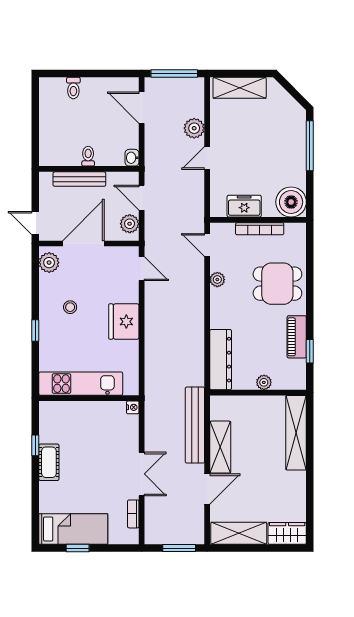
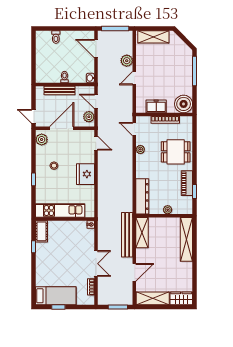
shelving: (220, 447) -> (142, 233), moved
cot: (49, 462) -> (42, 231), moved

